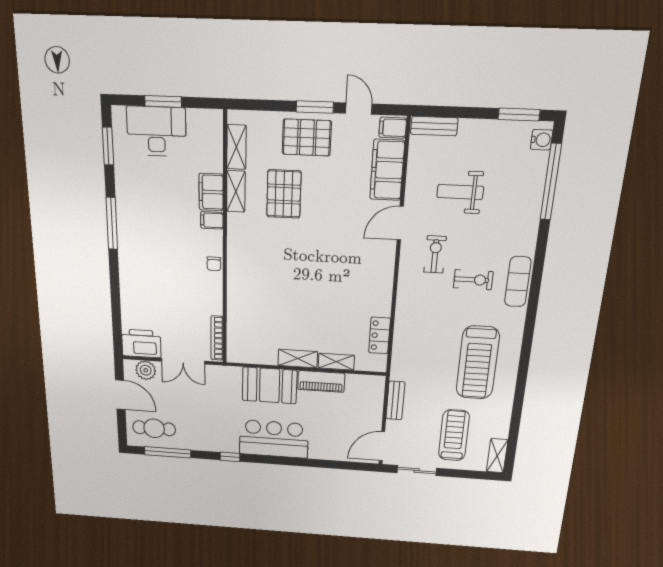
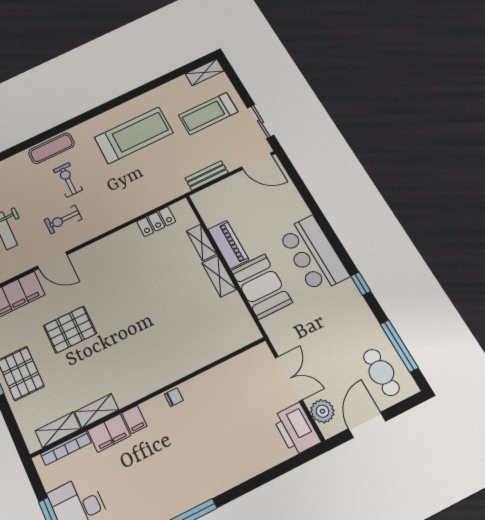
pallet: (284, 194) -> (70, 330), moved
bookcase: (217, 338) -> (66, 448), moved

